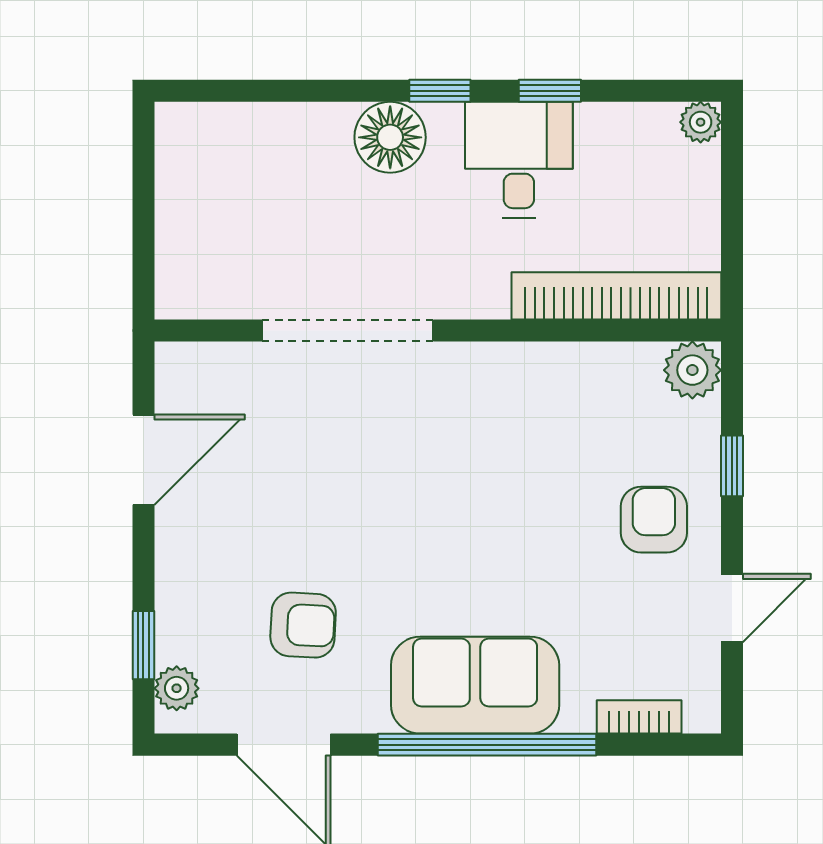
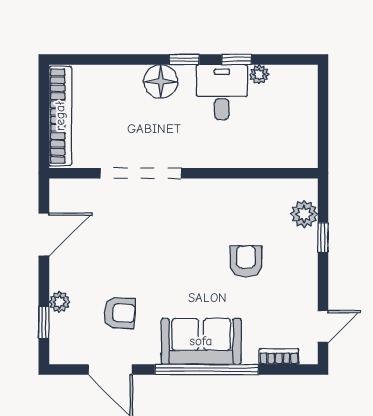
plant: (701, 122) -> (259, 74), moved
bookcase: (616, 296) -> (60, 116), moved, turned 90
plant: (692, 370) -> (304, 214), moved
armchair: (654, 520) -> (246, 261), moved
door: (732, 608) -> (323, 327), moved
plant: (177, 688) -> (60, 302), moved

